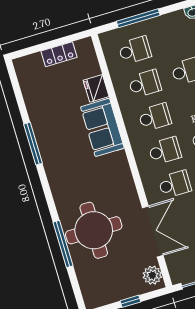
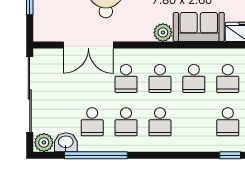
plant: (152, 275) -> (163, 32), moved

